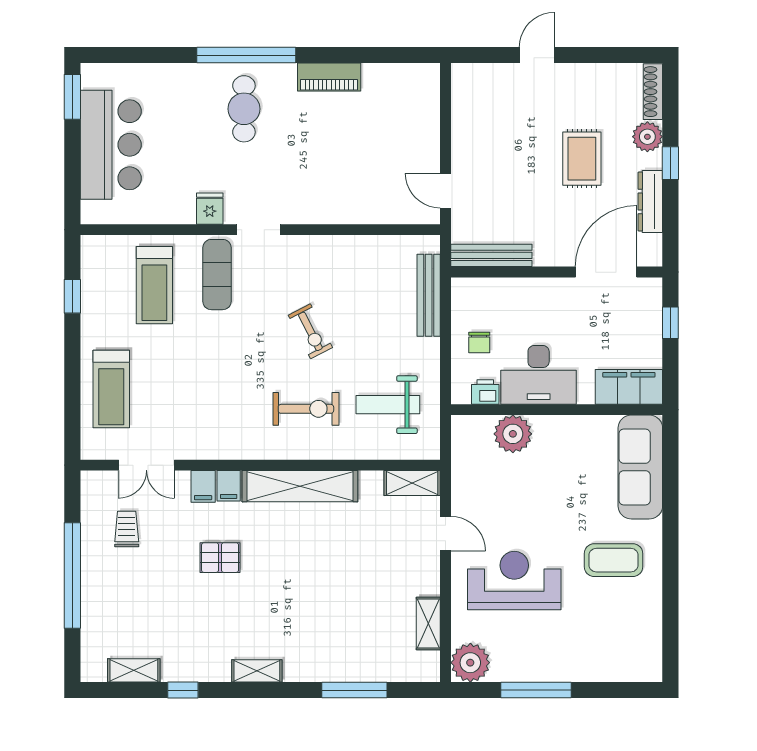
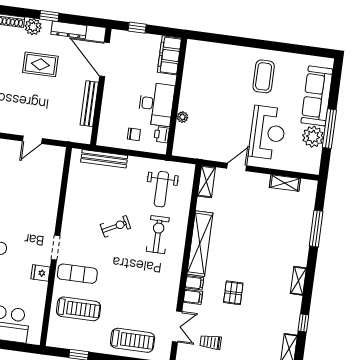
door: (445, 191) -> (32, 140), moved
bench: (491, 255) -> (89, 104), moved
plant: (513, 434) -> (183, 117), width x0.53, depth x0.53
sofa: (640, 467) -> (317, 96), moved, turned 90
reception desk: (514, 581) -> (268, 133), turned 180
plant: (470, 663) -> (313, 137), moved

